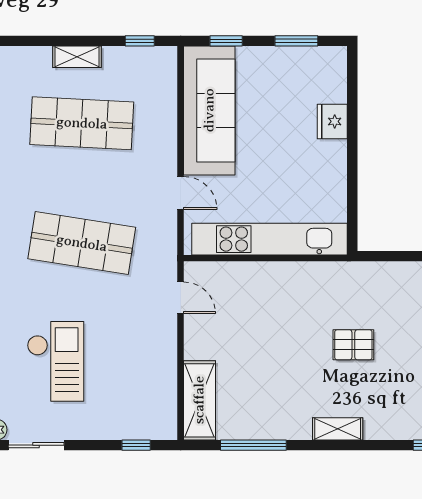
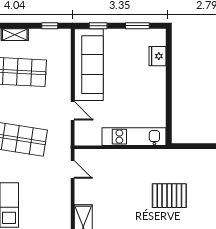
fridge: (332, 121) -> (157, 56), moved
kitchen unit: (270, 239) -> (134, 137), width x0.73
pallet: (353, 345) -> (169, 196), width x1.50, depth x1.42

